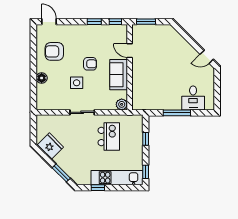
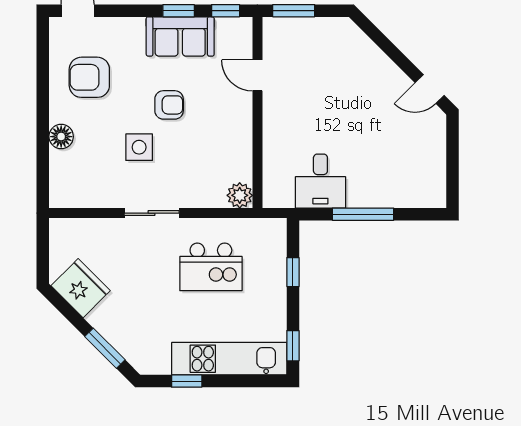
sofa: (119, 75) -> (180, 36), moved, turned -90
desk: (193, 98) -> (320, 181), moved
kitchen island: (109, 136) -> (211, 267), turned 90

